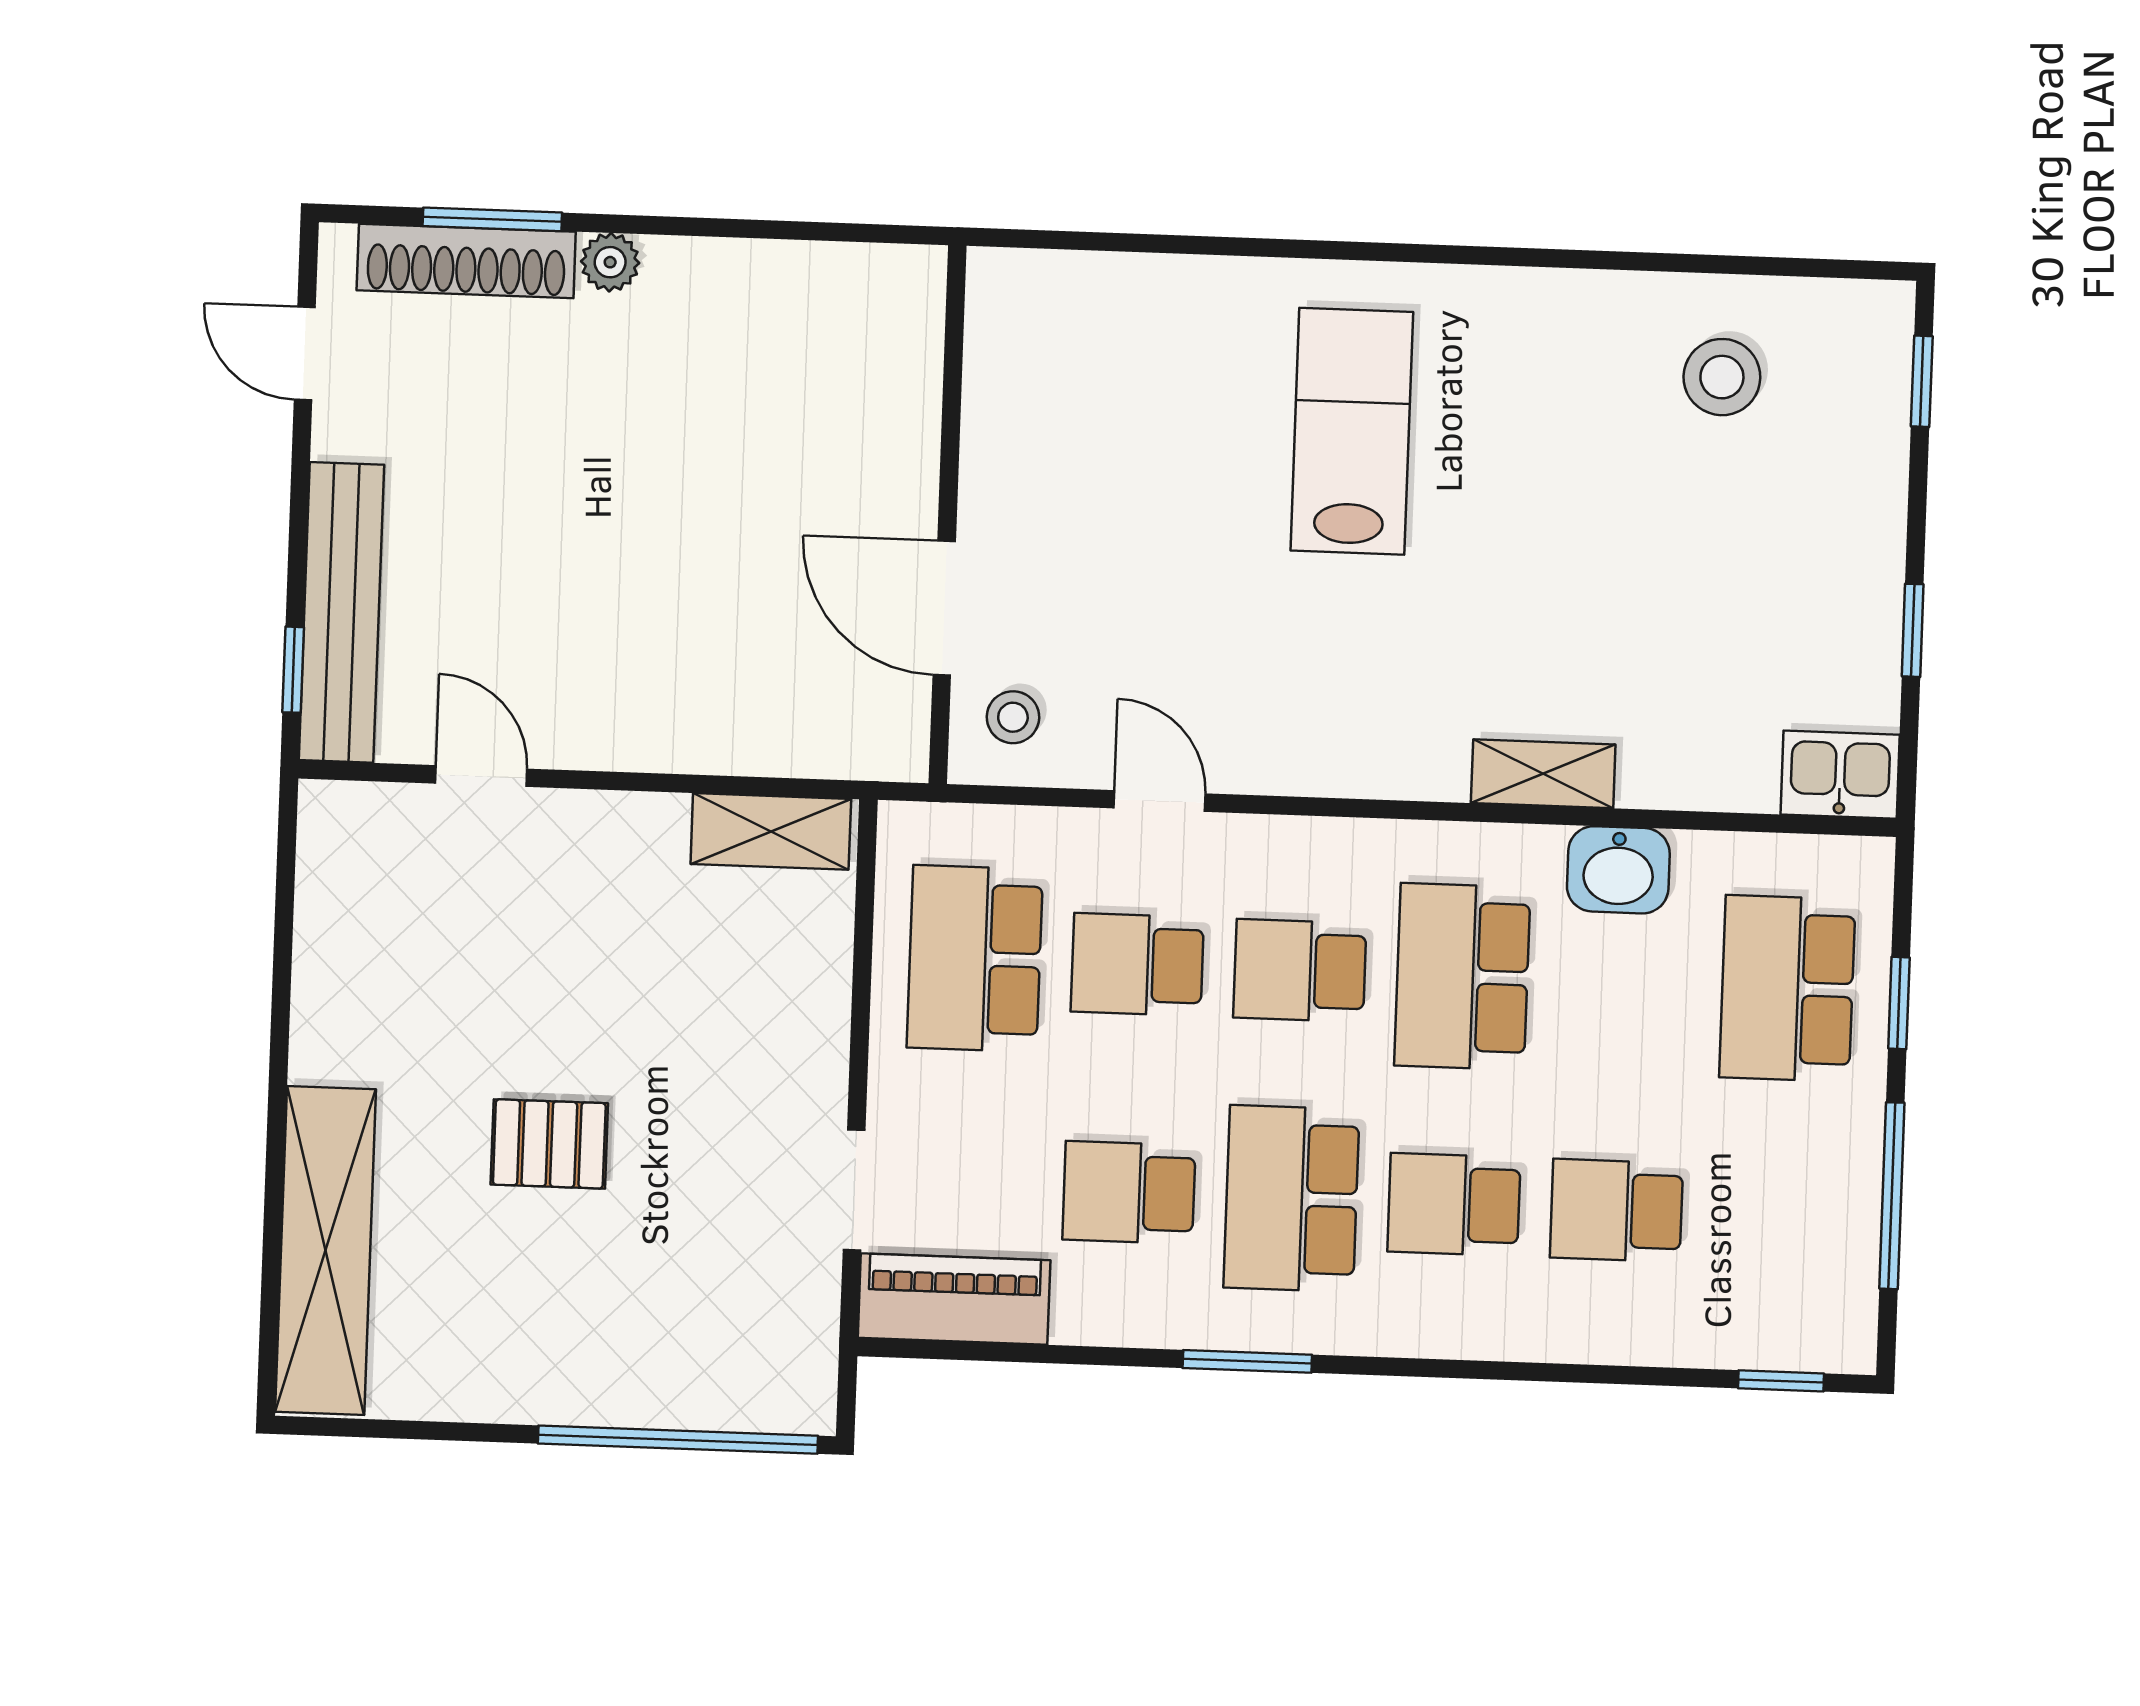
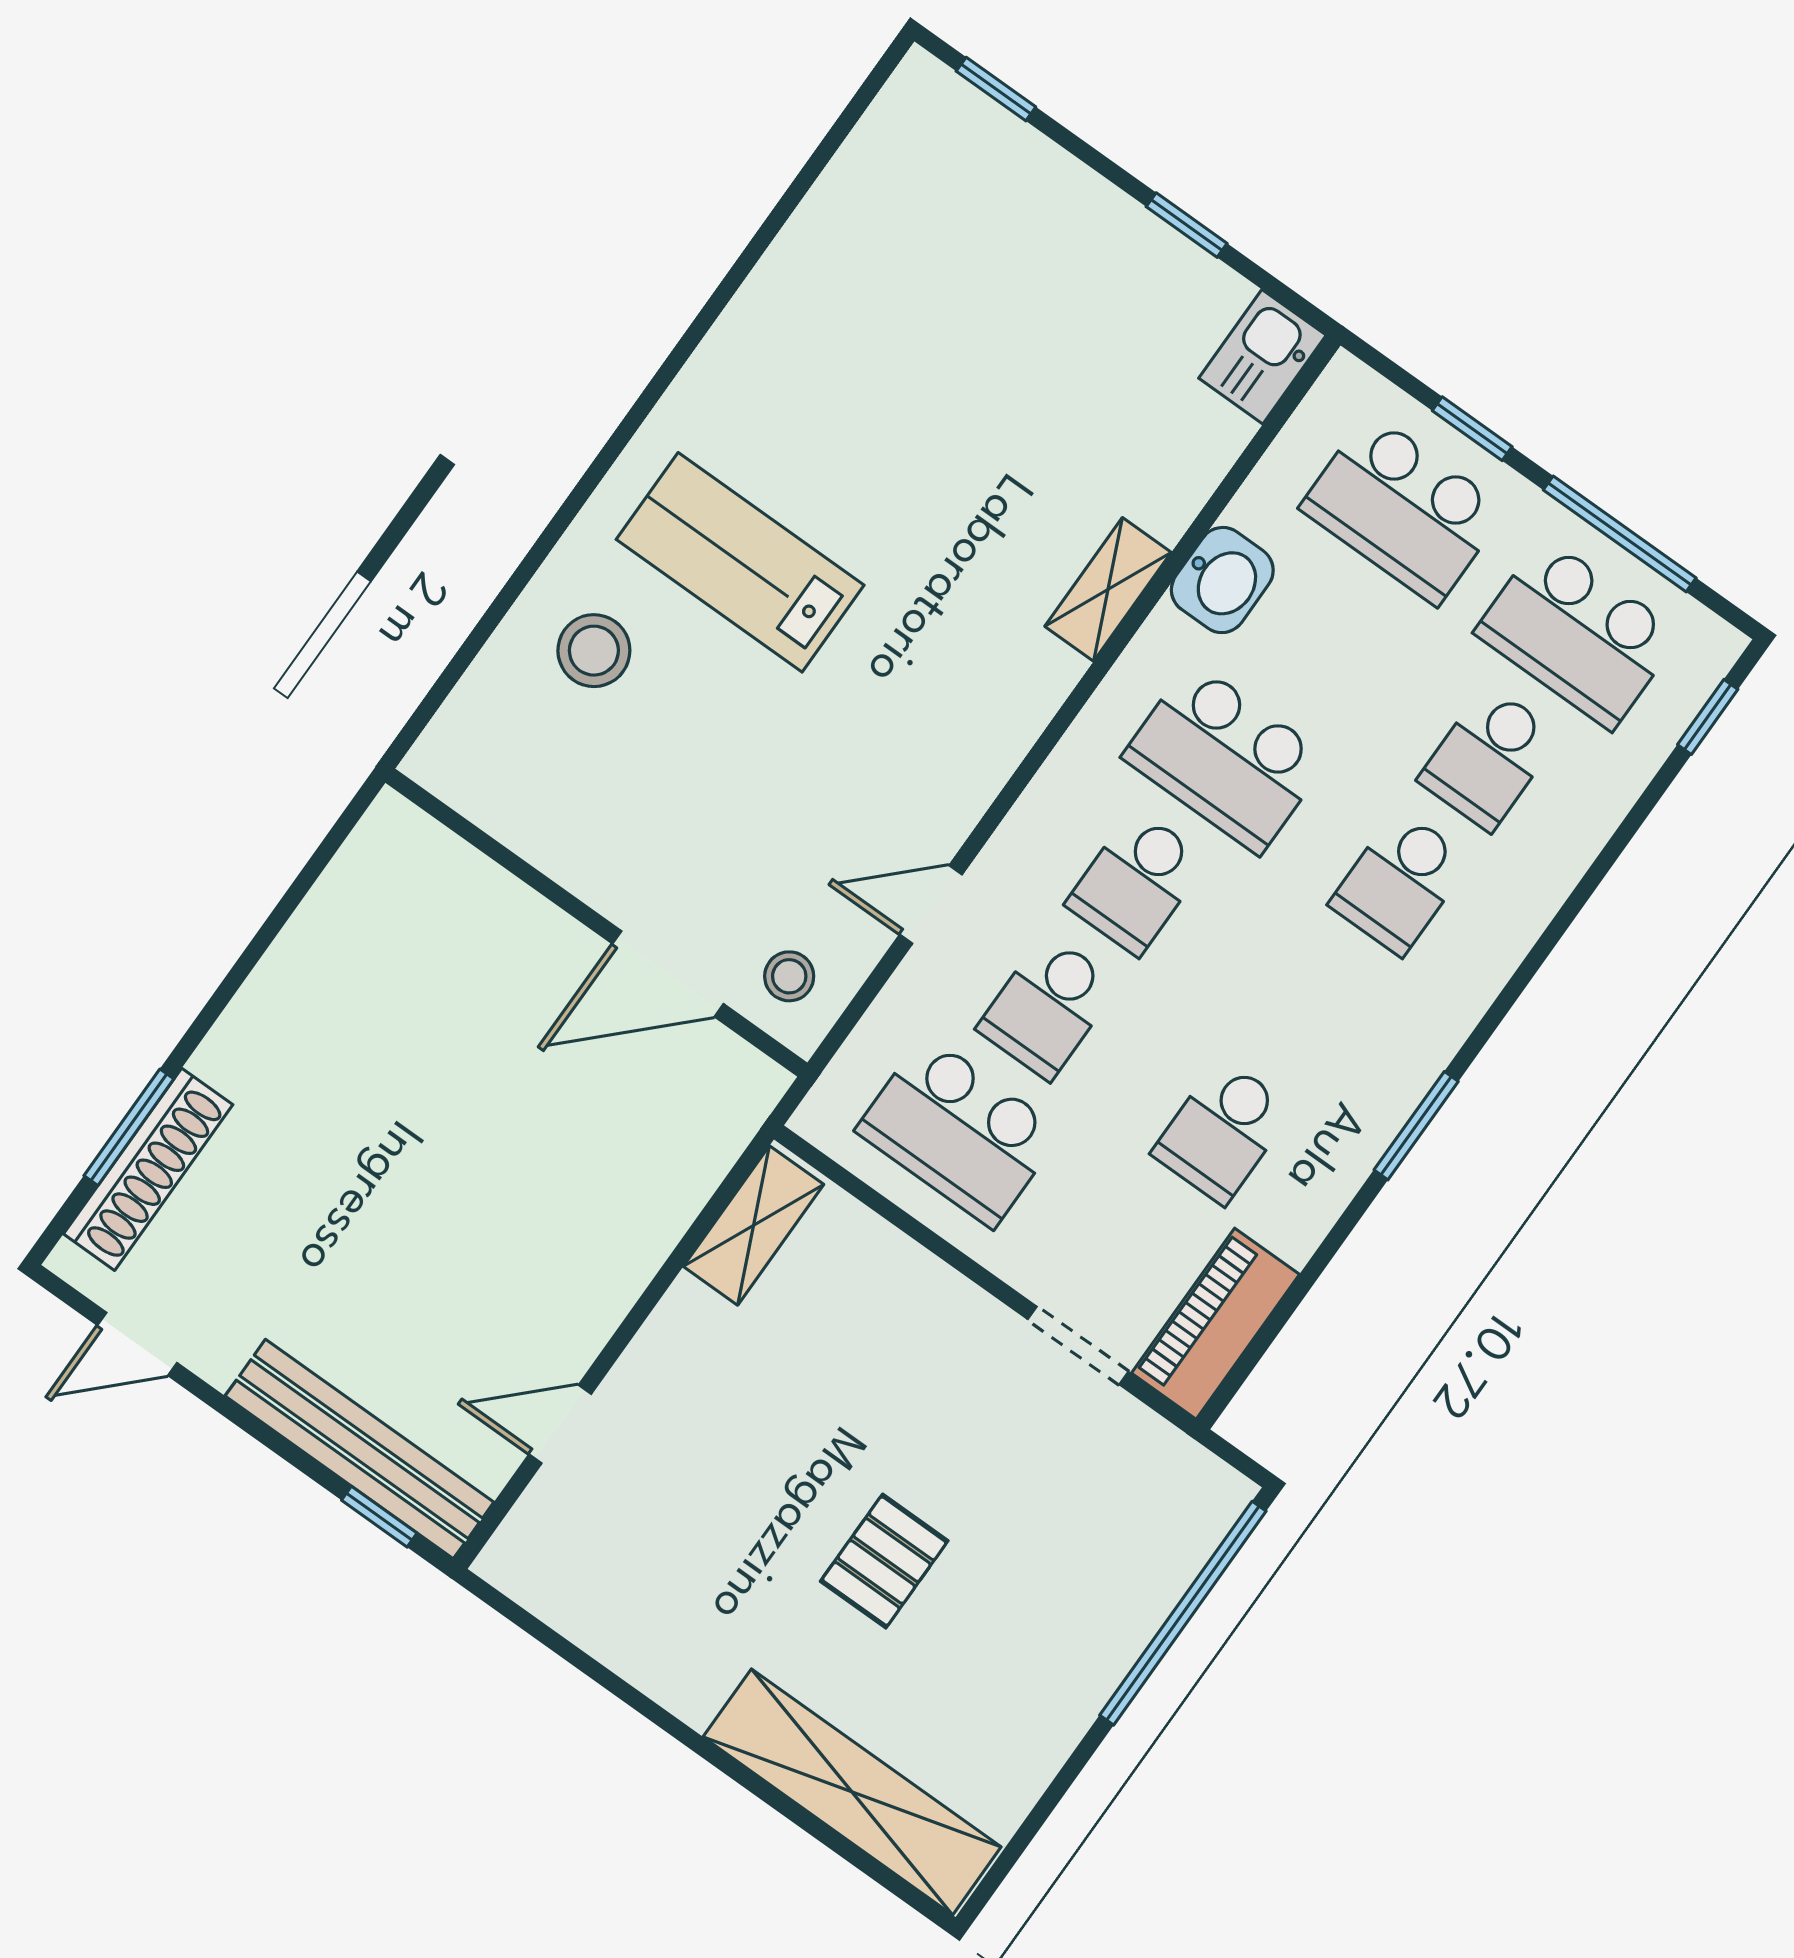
plant: (610, 262) -> (224, 1057), removed
stool: (1722, 377) -> (594, 651), moved
school desk: (1291, 1198) -> (1578, 633), moved

